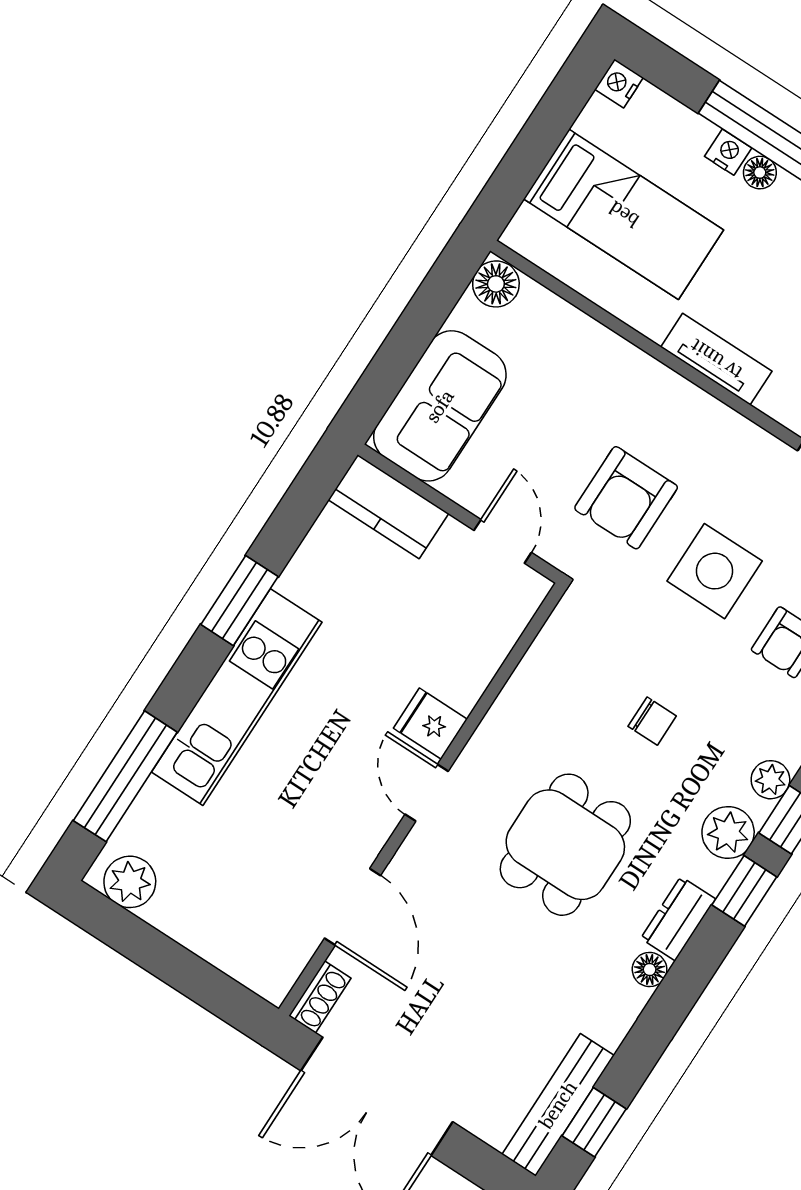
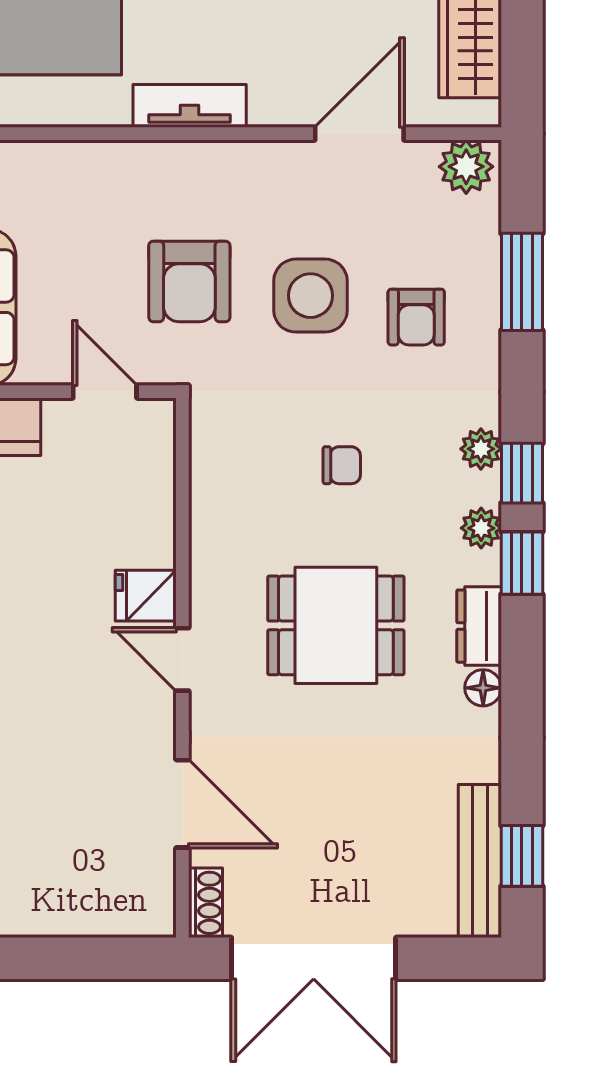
plant: (728, 832) -> (481, 528), width x0.73, depth x0.73
dining table: (565, 845) -> (336, 625), turned 90

